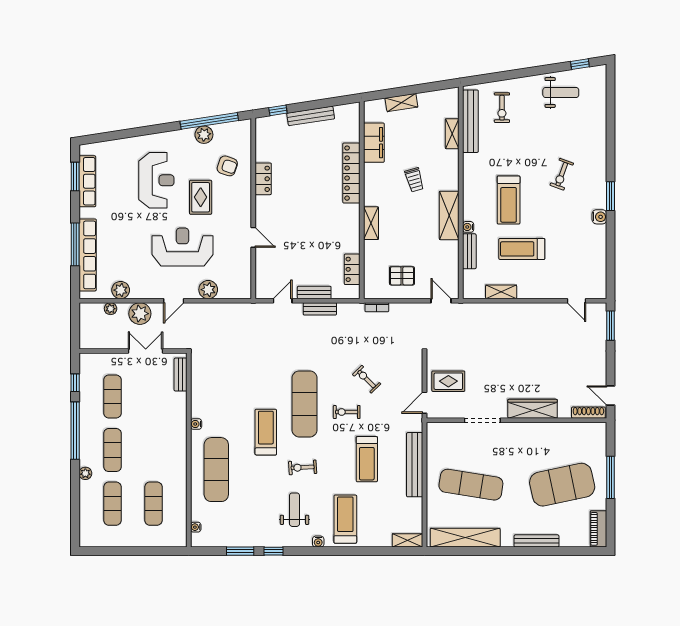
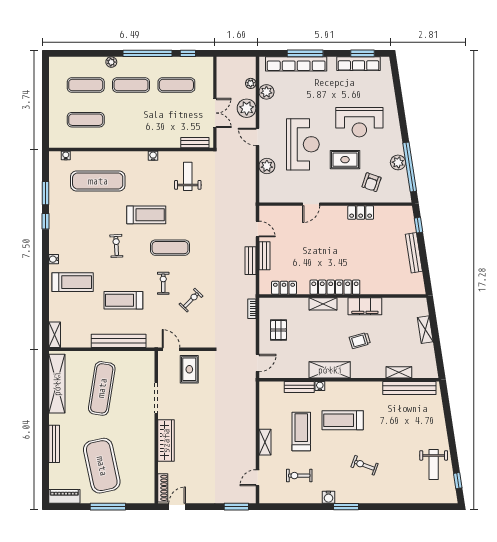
exercise bike: (502, 108) -> (299, 476), moved
filing cabinet: (374, 143) -> (365, 306), moved
locker: (351, 173) -> (335, 287), moved
shelving: (501, 292) -> (265, 442), moved
exercise mat: (305, 404) -> (170, 248), width x0.73, depth x0.69
exercise mat: (216, 470) -> (98, 181), moved
weight bench: (294, 510) -> (188, 176), moved, turned -90

